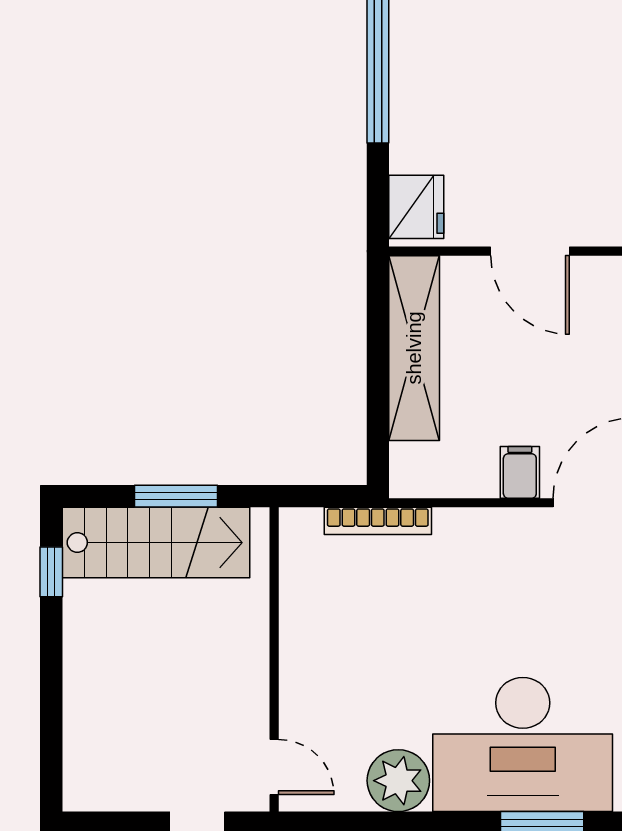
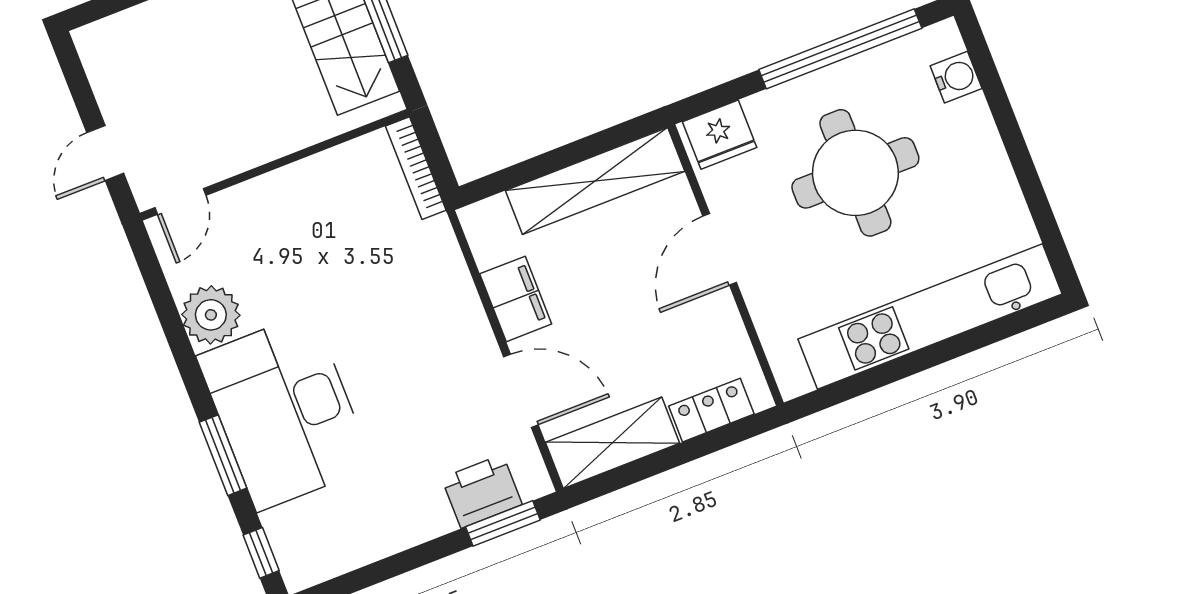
round table: (507, 87) -> (855, 173), added
filing cabinet: (520, 472) -> (516, 299), width x2.00
bookcase: (378, 521) -> (416, 168), moved

